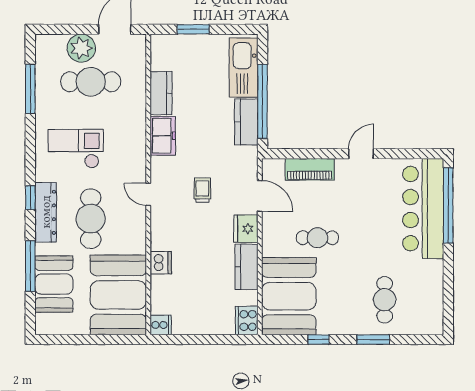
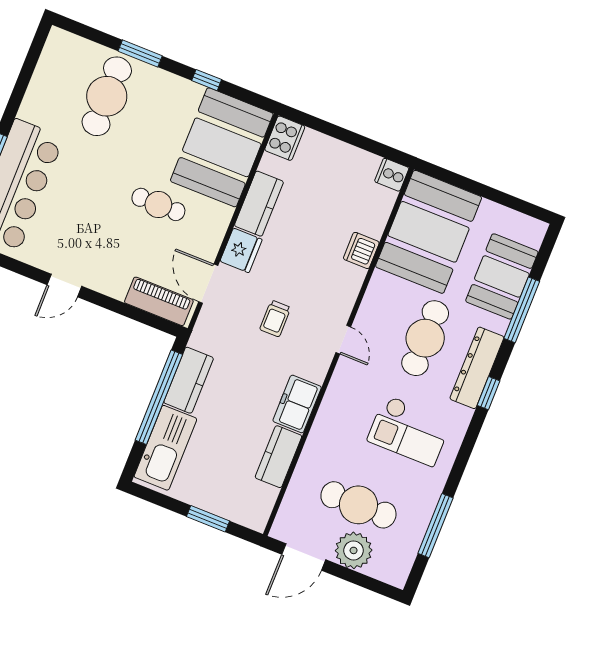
piano: (310, 169) -> (159, 301), moved
cafe table: (385, 300) -> (107, 96), width x1.37, depth x1.35

